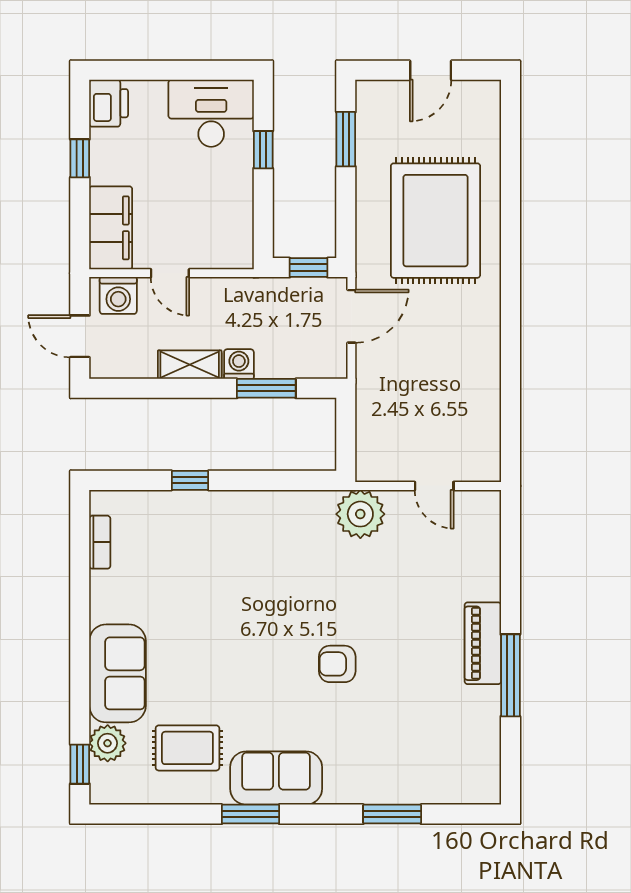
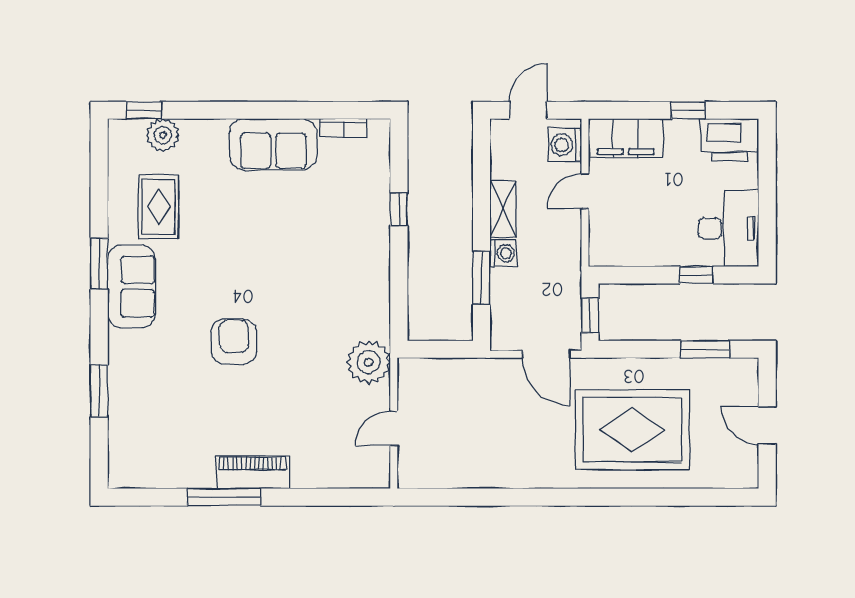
printer: (109, 103) -> (730, 139), width x1.37, depth x1.19
armchair: (337, 664) -> (234, 341), width x1.38, depth x1.38
sofa: (118, 673) -> (273, 144), moved

